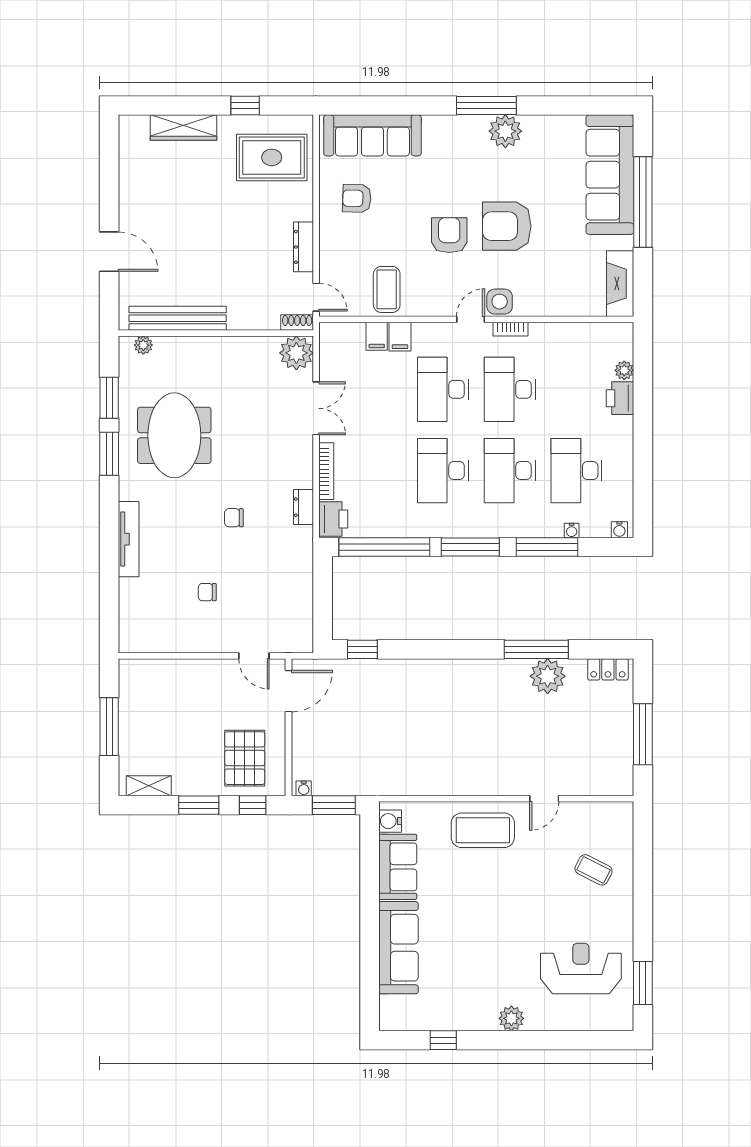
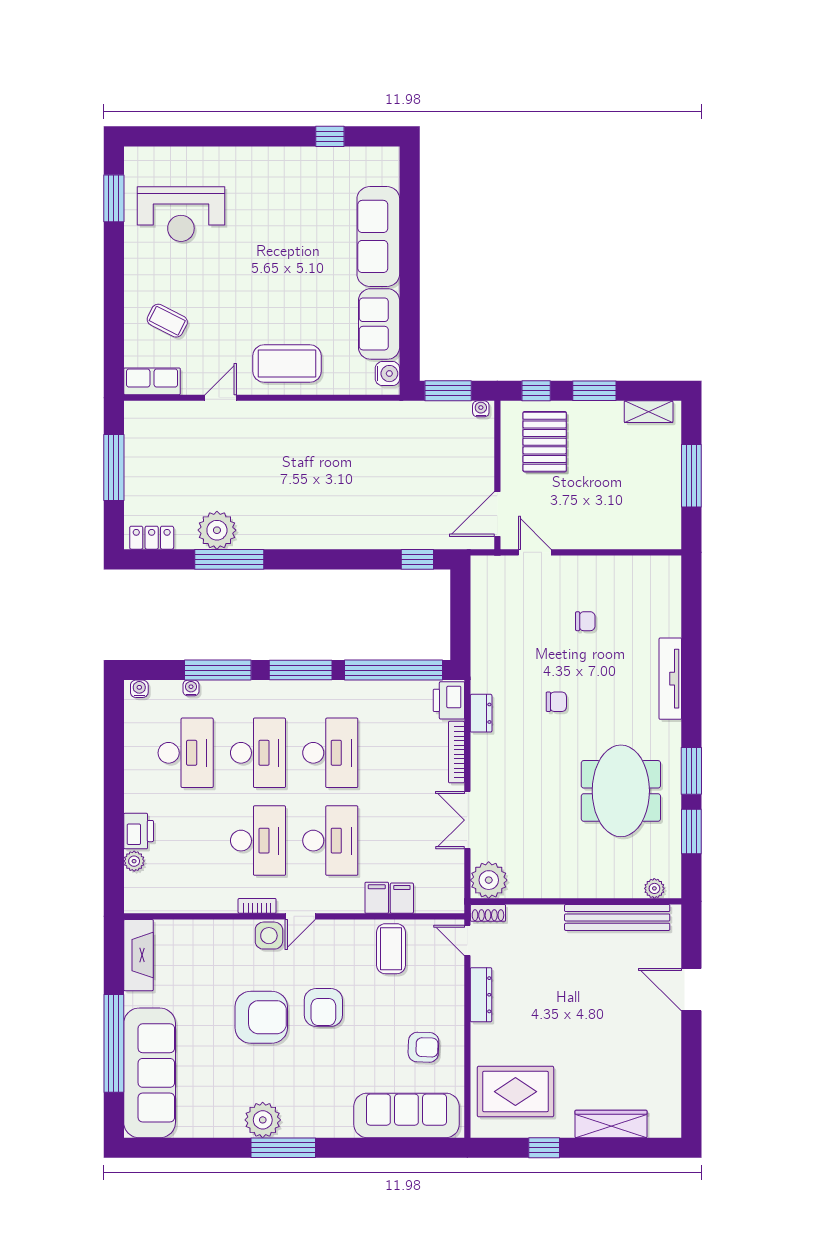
row of seats: (608, 814) -> (152, 381), added
plant: (511, 1018) -> (256, 160), removed

